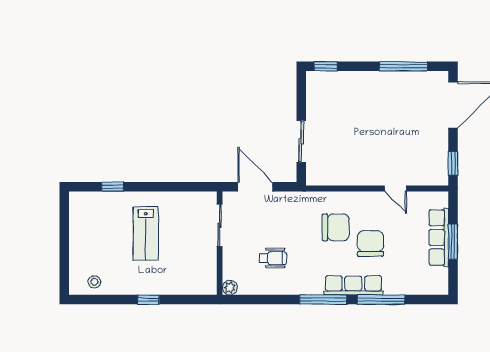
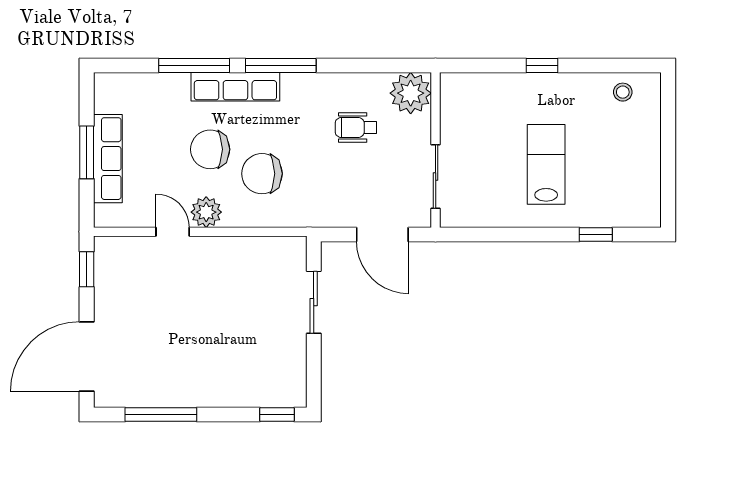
plant: (373, 202) -> (206, 212), added
chair: (370, 244) -> (210, 149), turned 90
plant: (230, 288) -> (411, 93), width x1.87, depth x1.87

